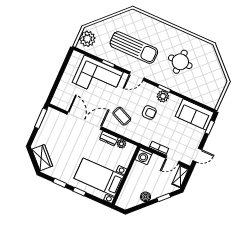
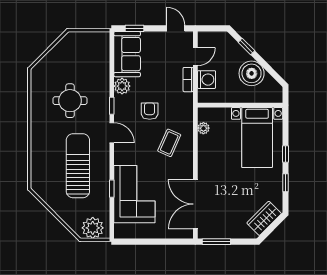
door: (137, 76) -> (112, 133), moved
plant: (163, 96) -> (122, 86), moved
double door: (84, 121) -> (195, 204), moved
dresser: (109, 139) -> (204, 147), removed
washing machine: (144, 156) -> (206, 80), moved
door: (172, 160) -> (195, 57), hinge flipped
shelving: (180, 176) -> (211, 38), removed
boiler: (146, 197) -> (252, 73), width x1.86, depth x1.86

